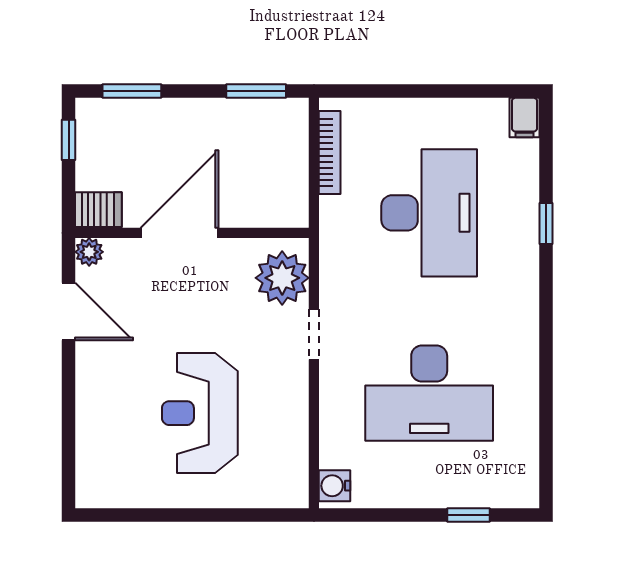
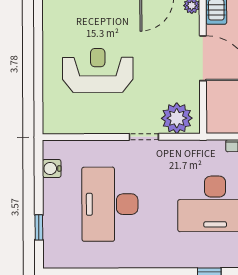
water cooler: (335, 486) -> (52, 168), moved, turned -90

